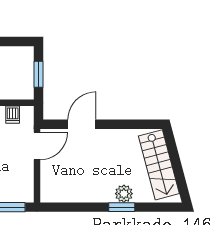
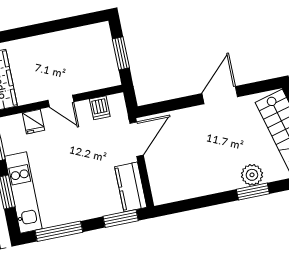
door: (82, 124) -> (220, 95), moved
kitchen counter: (24, 183) -> (131, 187), added

